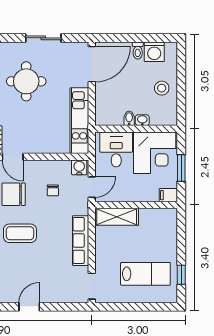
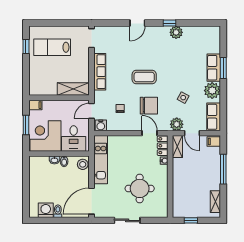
stool: (162, 88) -> (83, 164), moved

